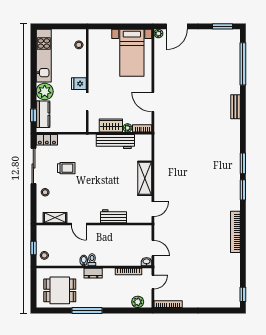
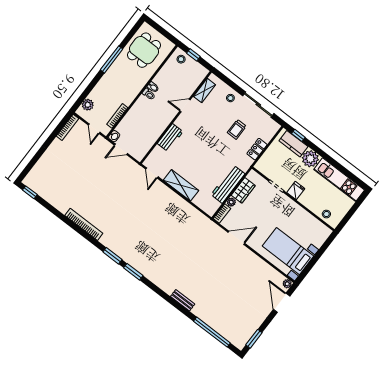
locker: (47, 140) -> (257, 149), moved
dresser: (93, 273) -> (137, 87), removed

